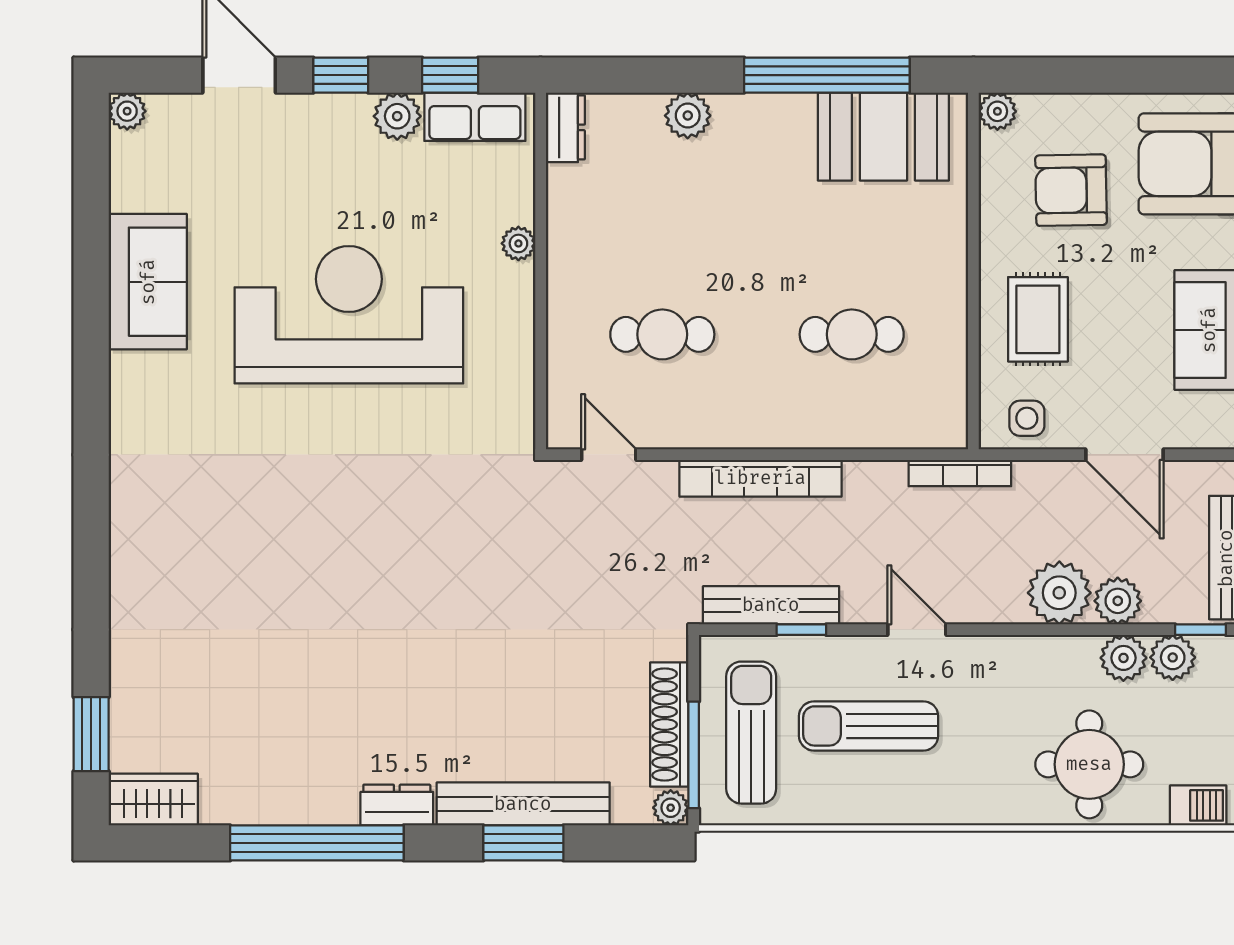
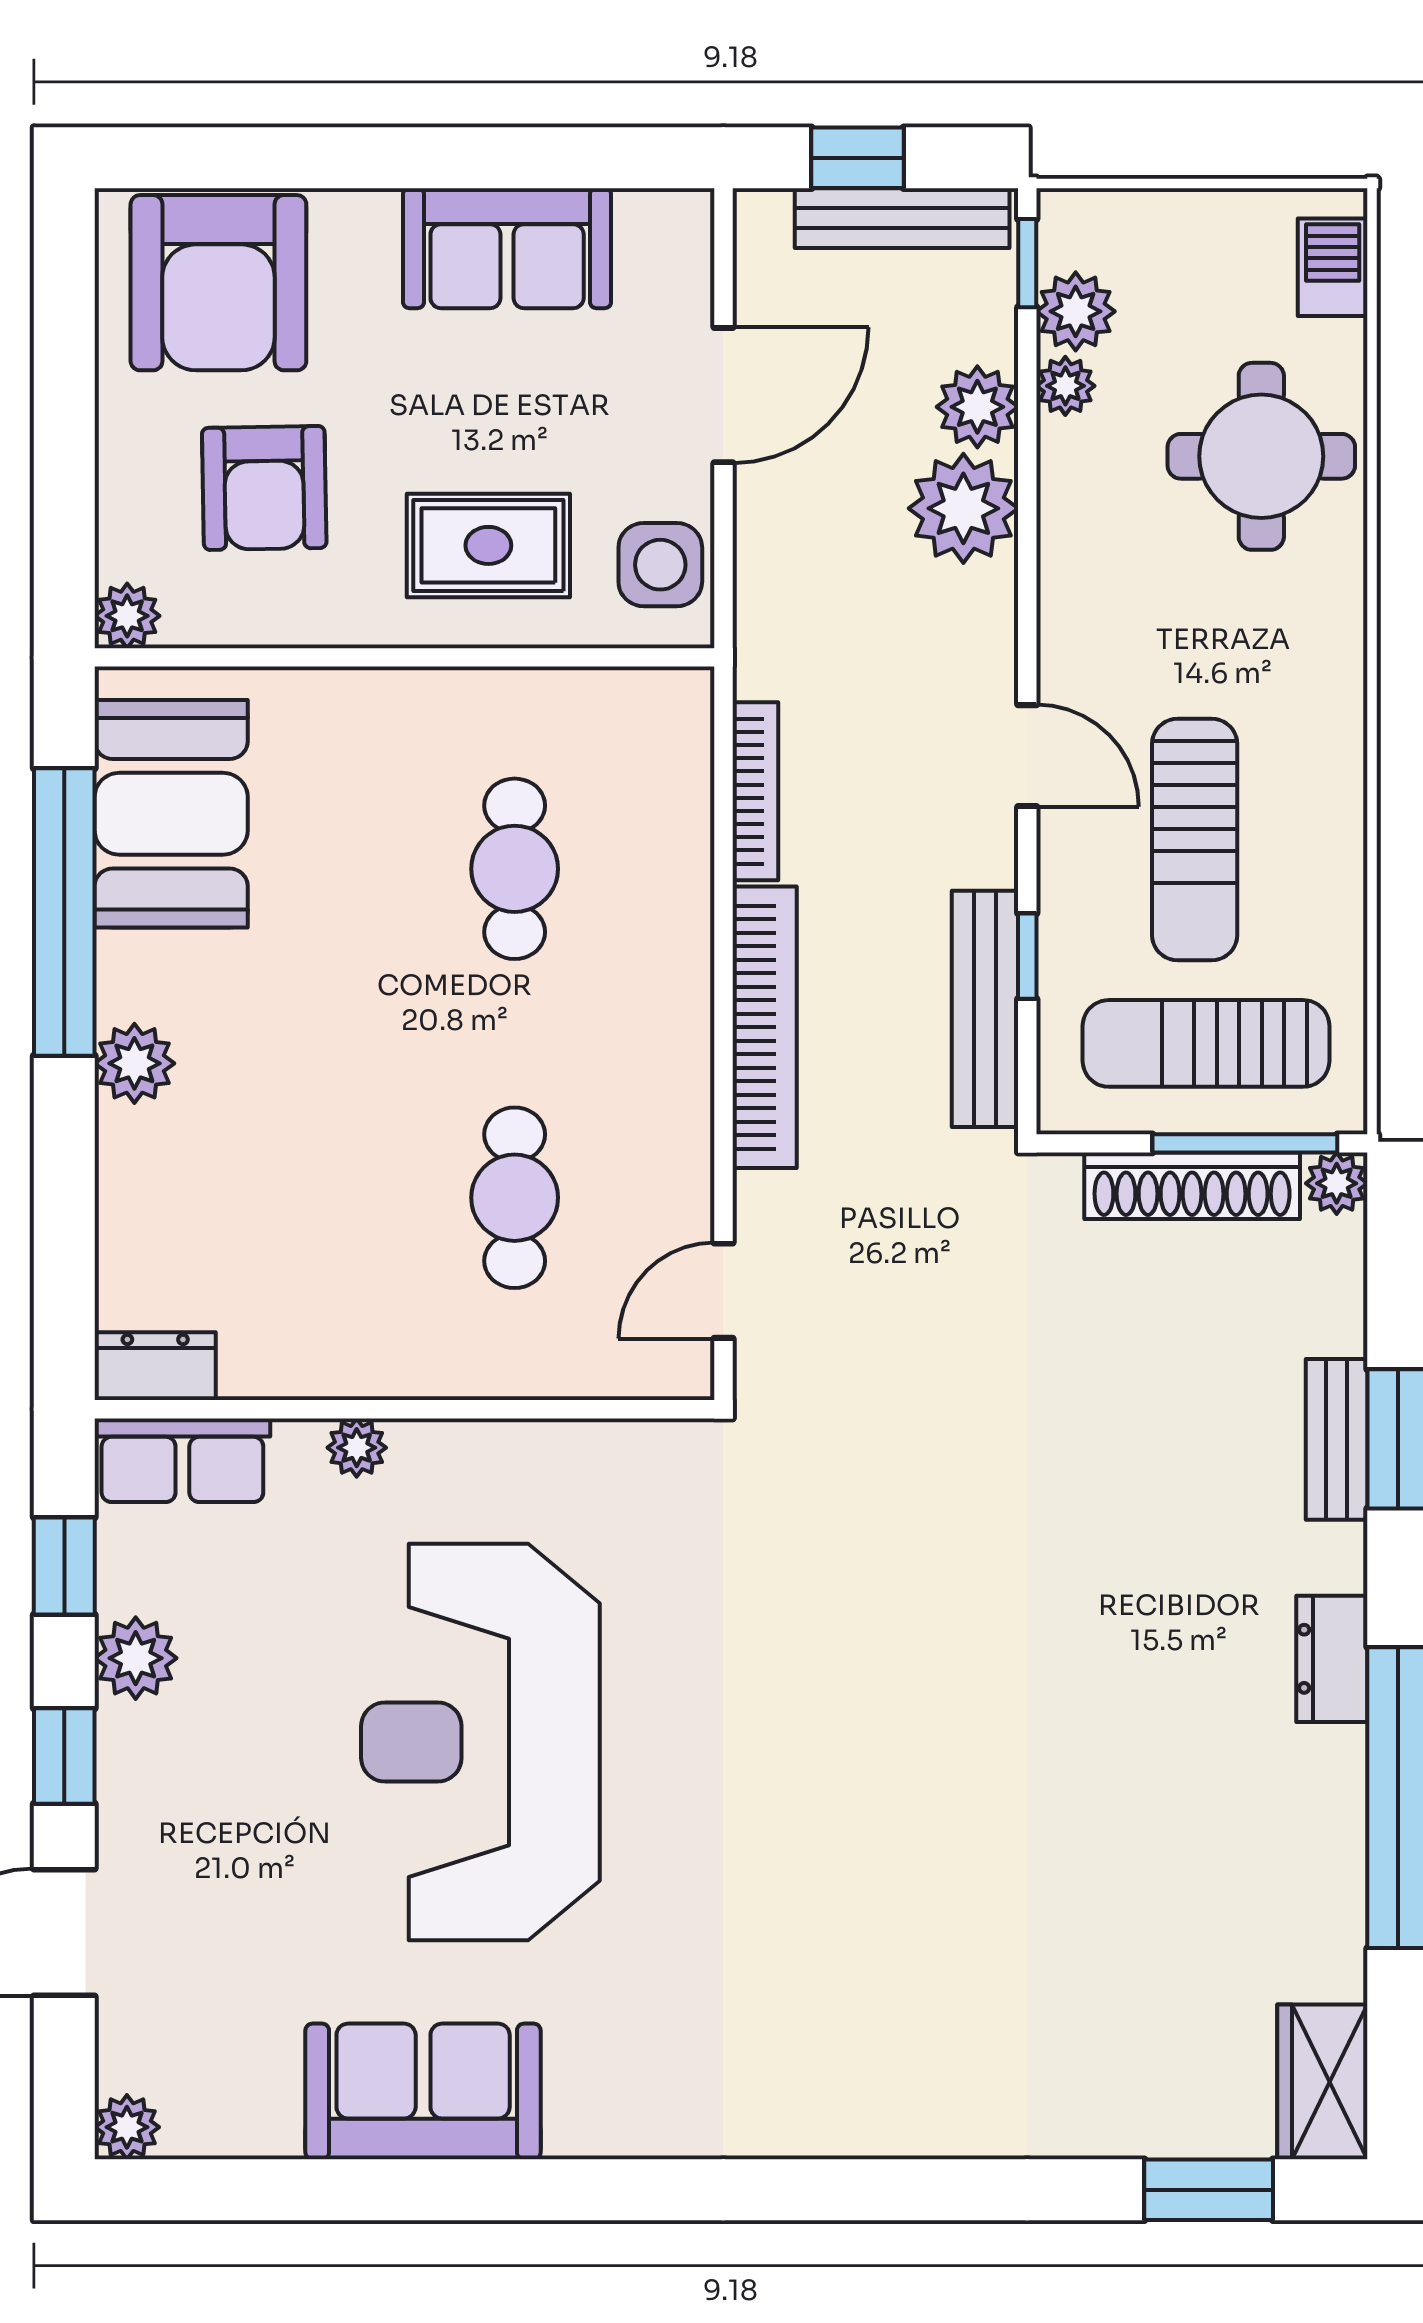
plant: (688, 116) -> (134, 1063), moved
row of seats: (475, 117) -> (182, 1460), moved, turned 90
side table: (1027, 418) -> (660, 565), width x1.37, depth x1.37
bookcase: (960, 473) -> (755, 791), moved
door: (917, 630) -> (1027, 756), swing flipped
plant: (1123, 658) -> (1065, 386), width x0.73, depth x0.73
bench: (523, 804) -> (1337, 1439), width x0.54, depth x0.82

